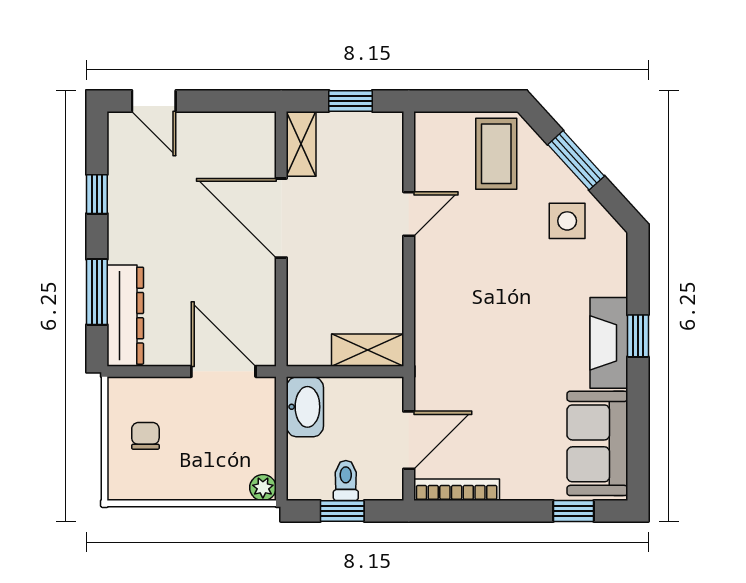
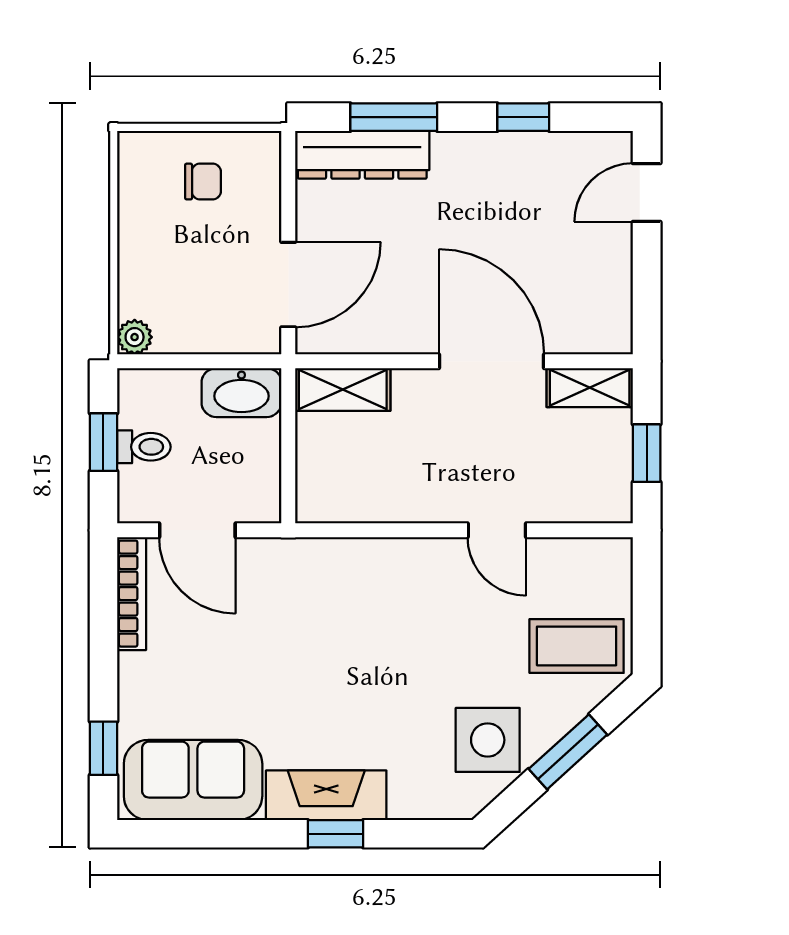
door: (281, 218) -> (492, 361), hinge flipped
side table: (567, 221) -> (488, 740), width x1.37, depth x1.37
shelving: (368, 350) -> (343, 390), moved, turned 90

